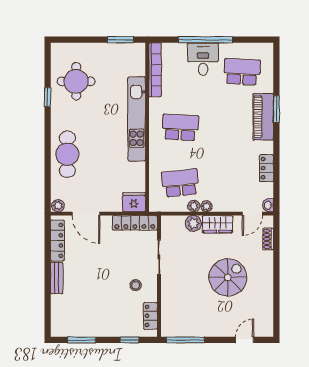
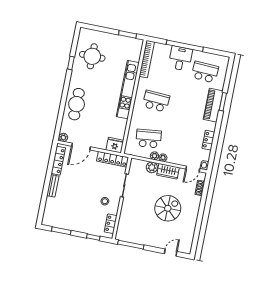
door: (86, 214) -> (81, 146), hinge flipped

